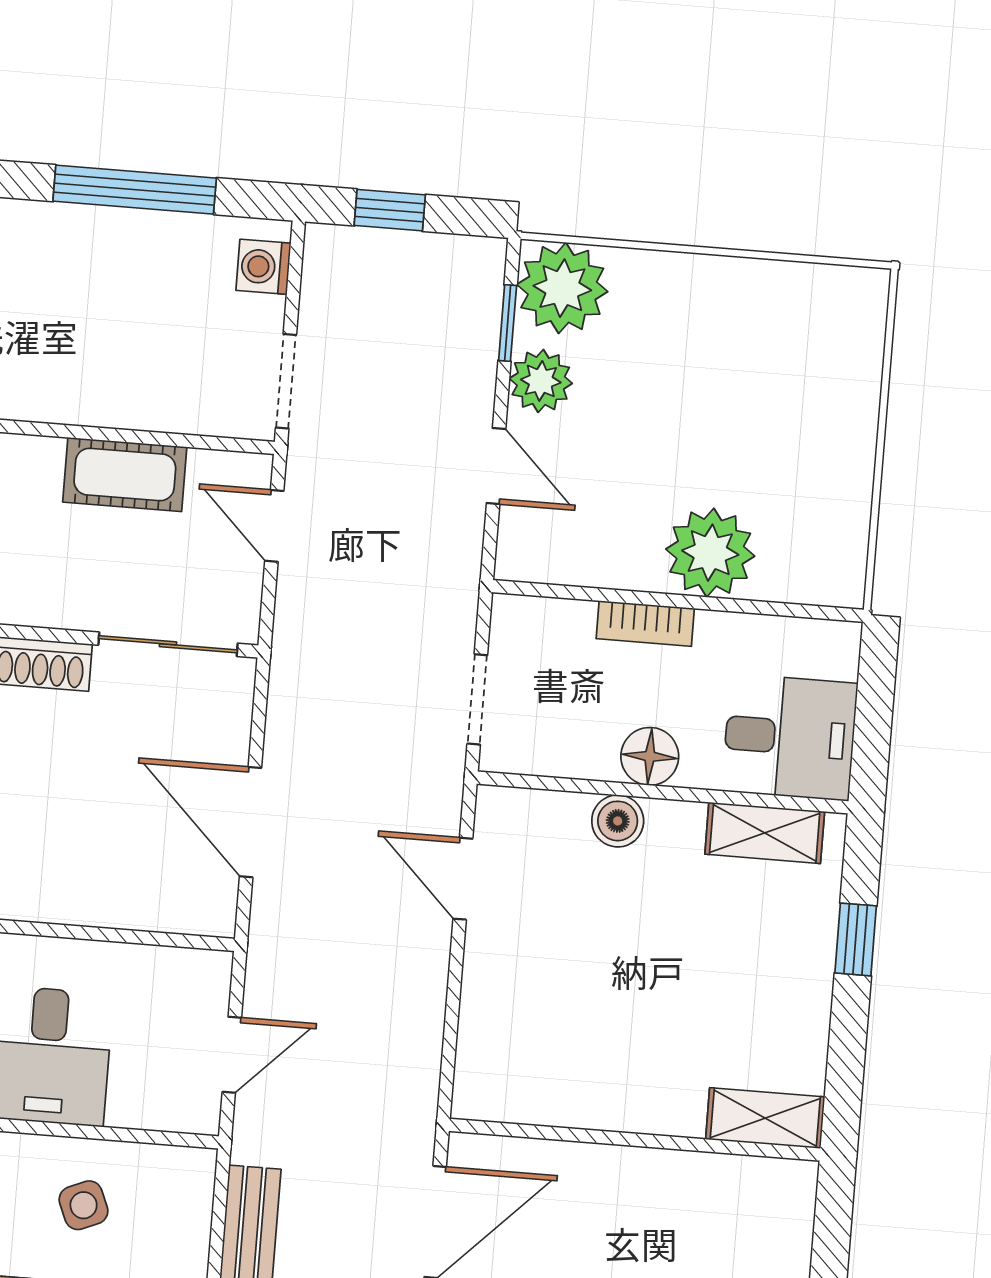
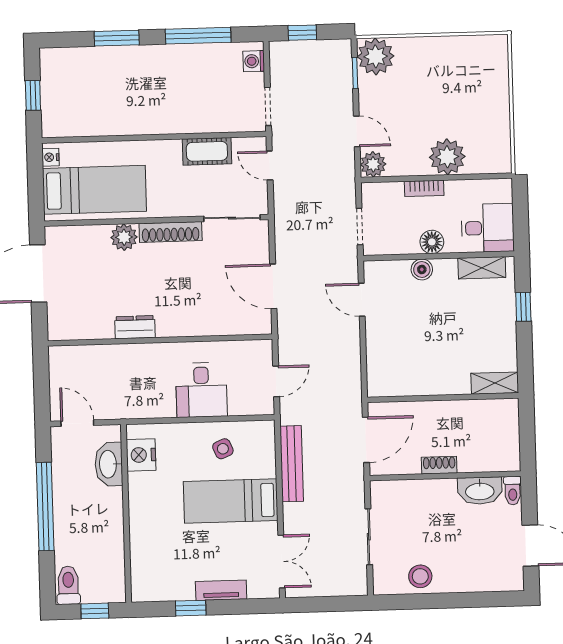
plant: (541, 381) -> (373, 164), moved

